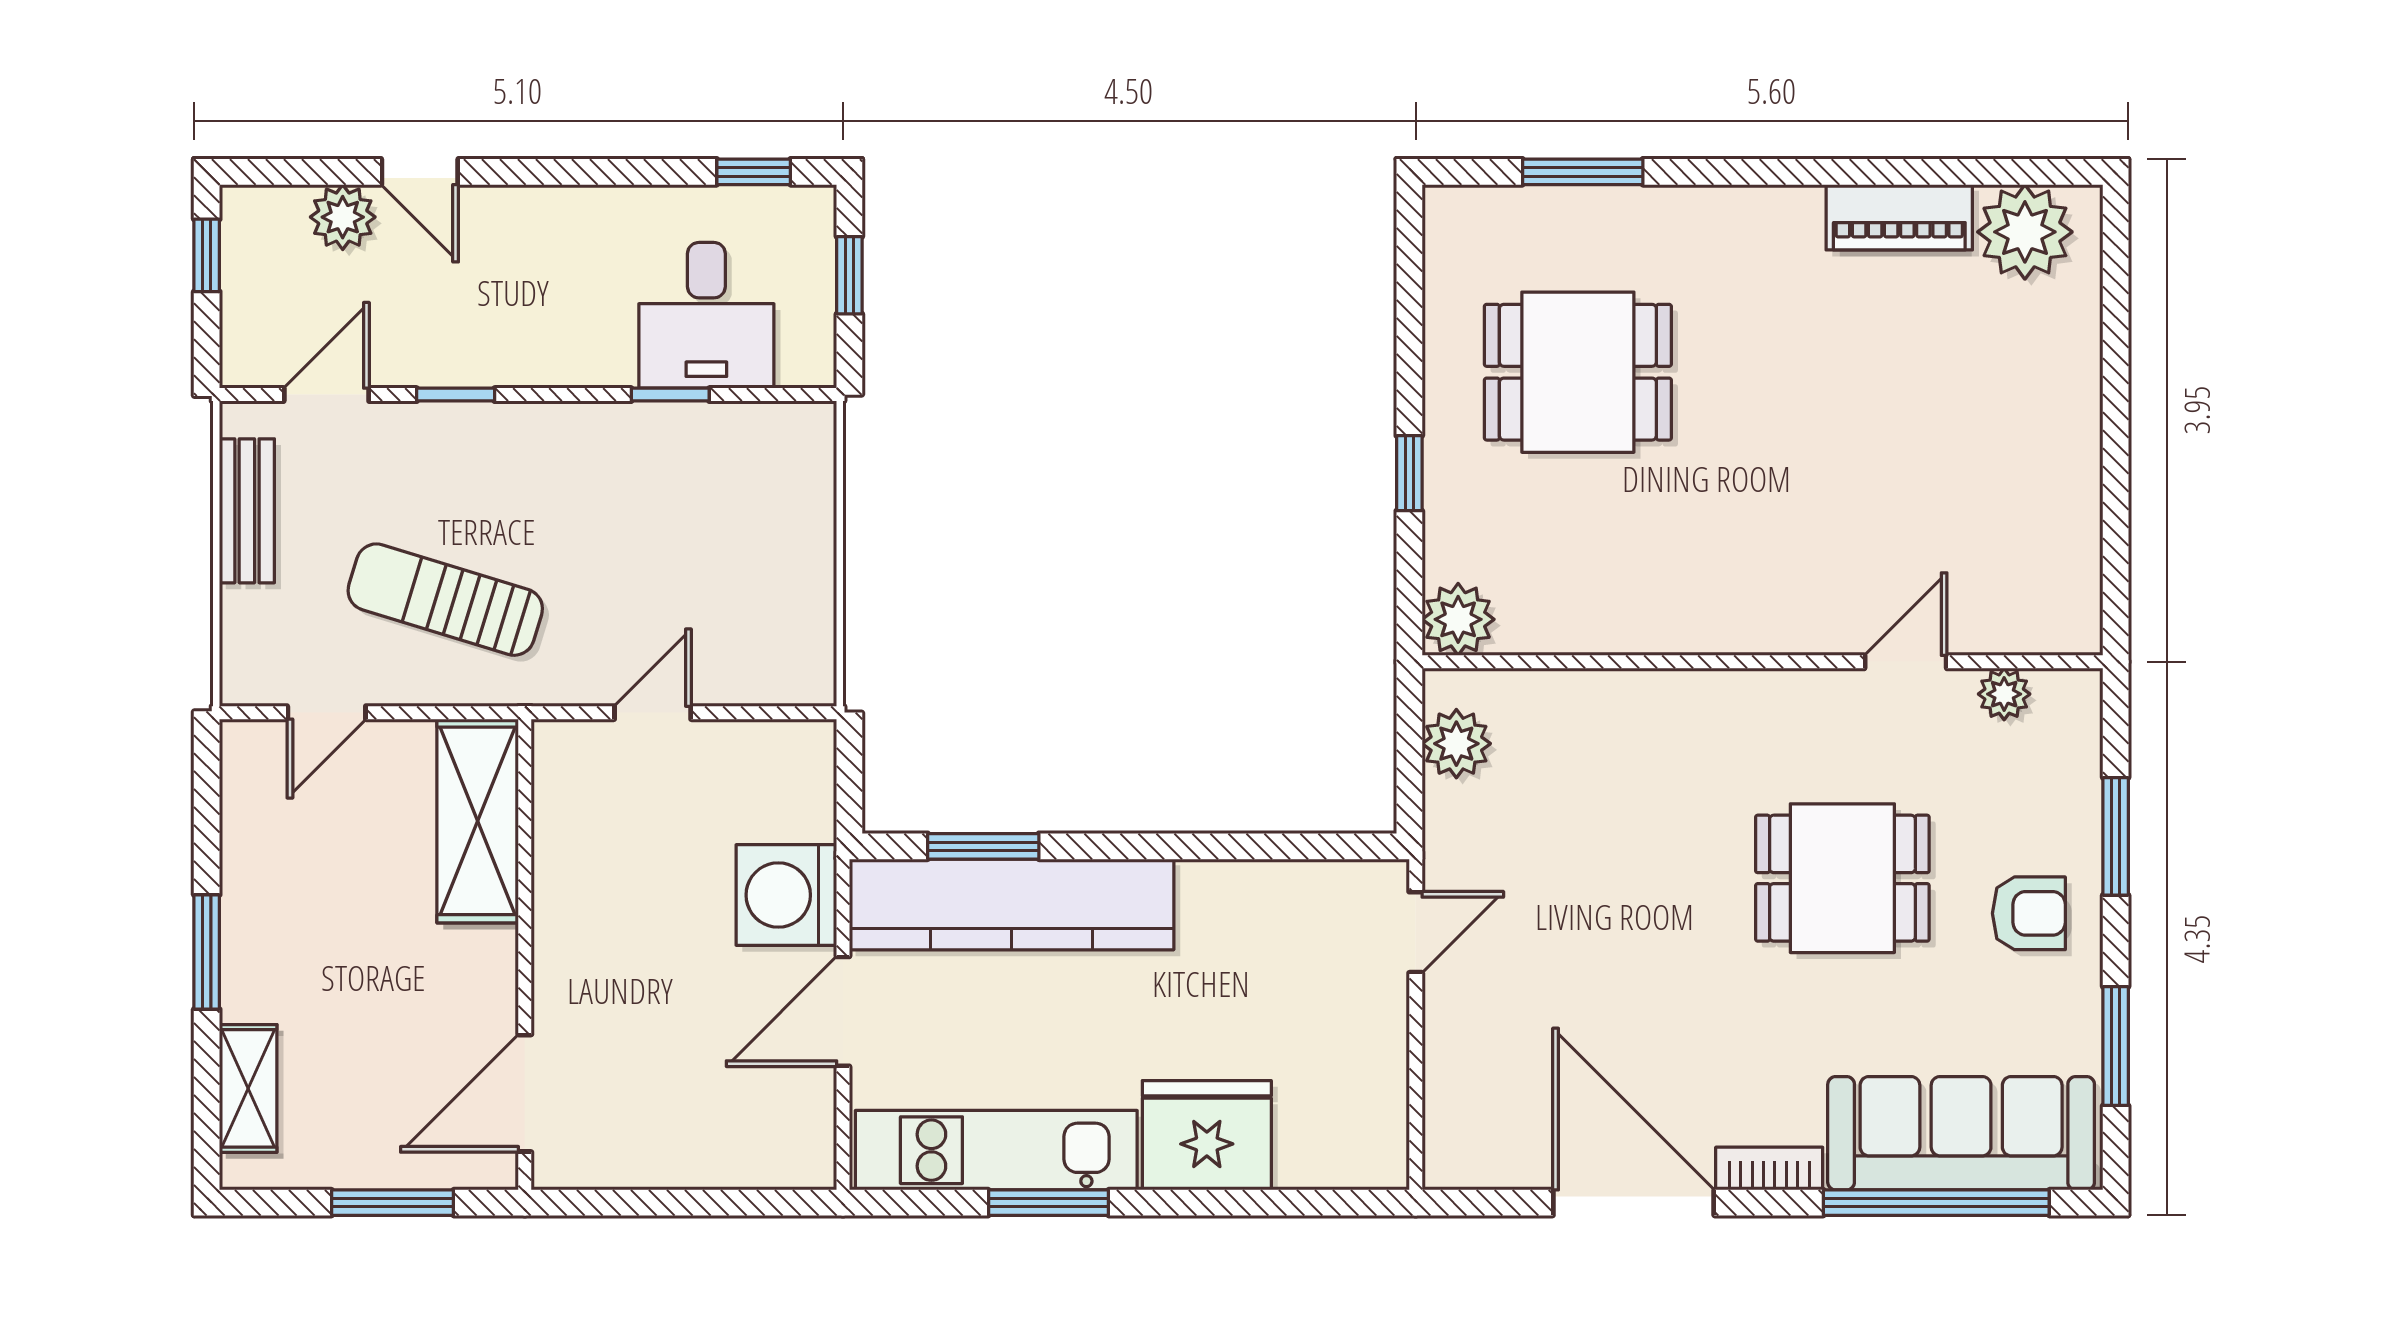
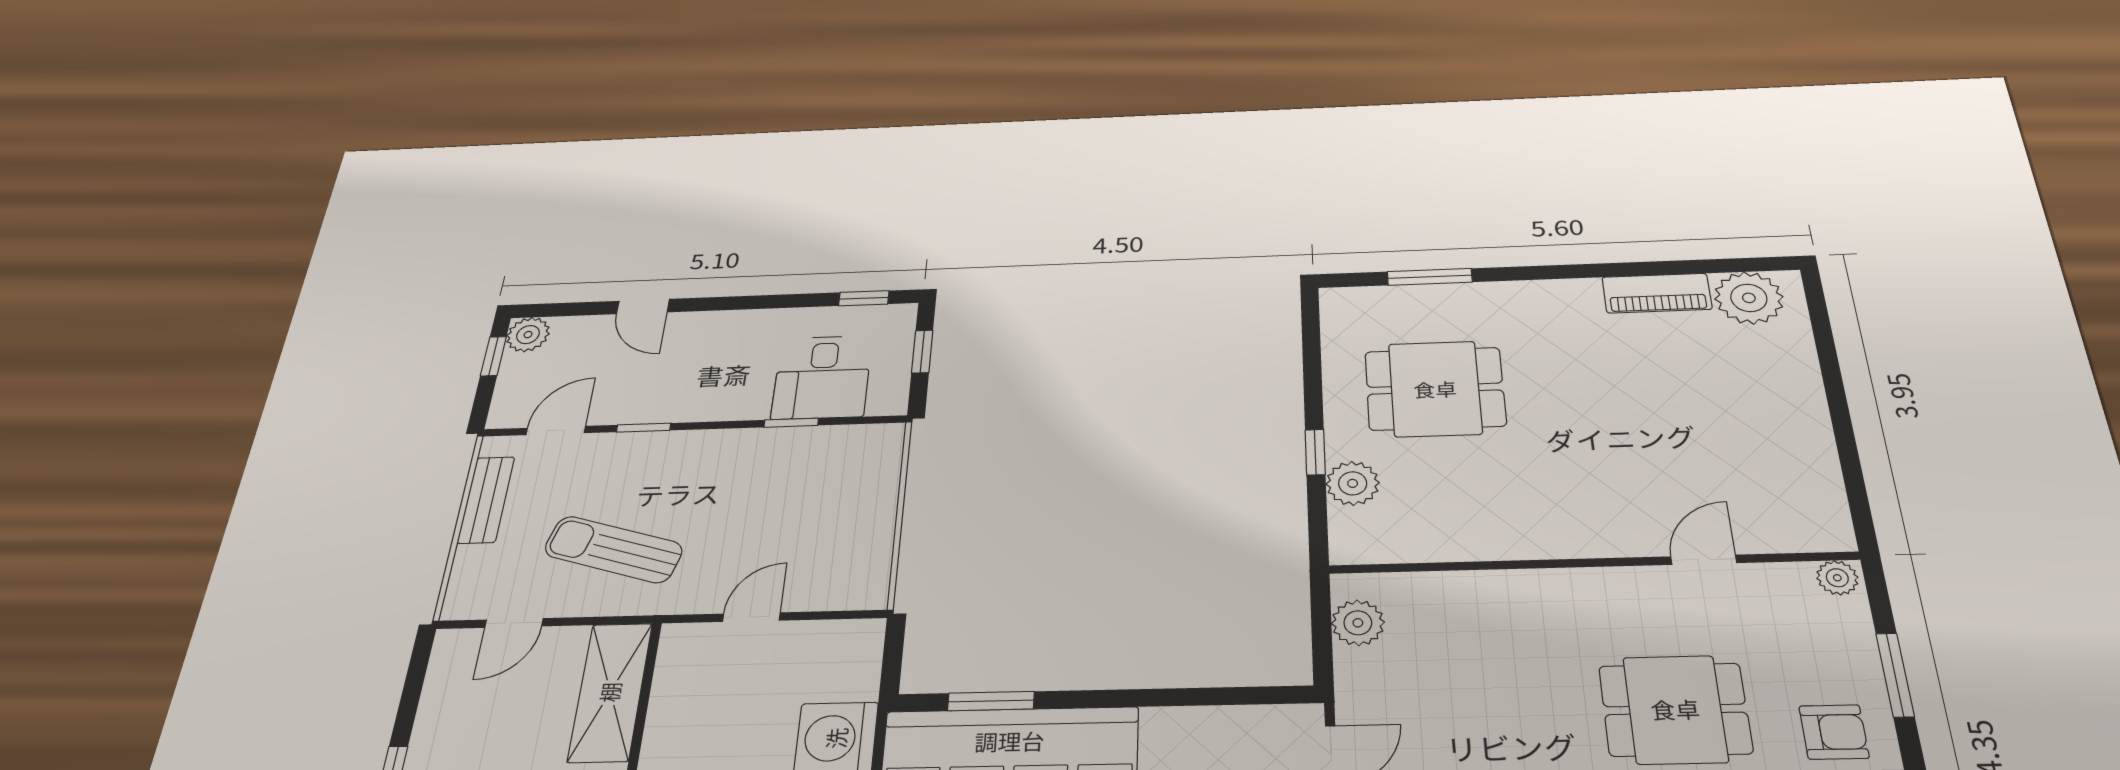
plant: (343, 217) -> (528, 335), moved
plant: (1458, 619) -> (1353, 483), moved
plant: (2004, 694) -> (1837, 578), moved

